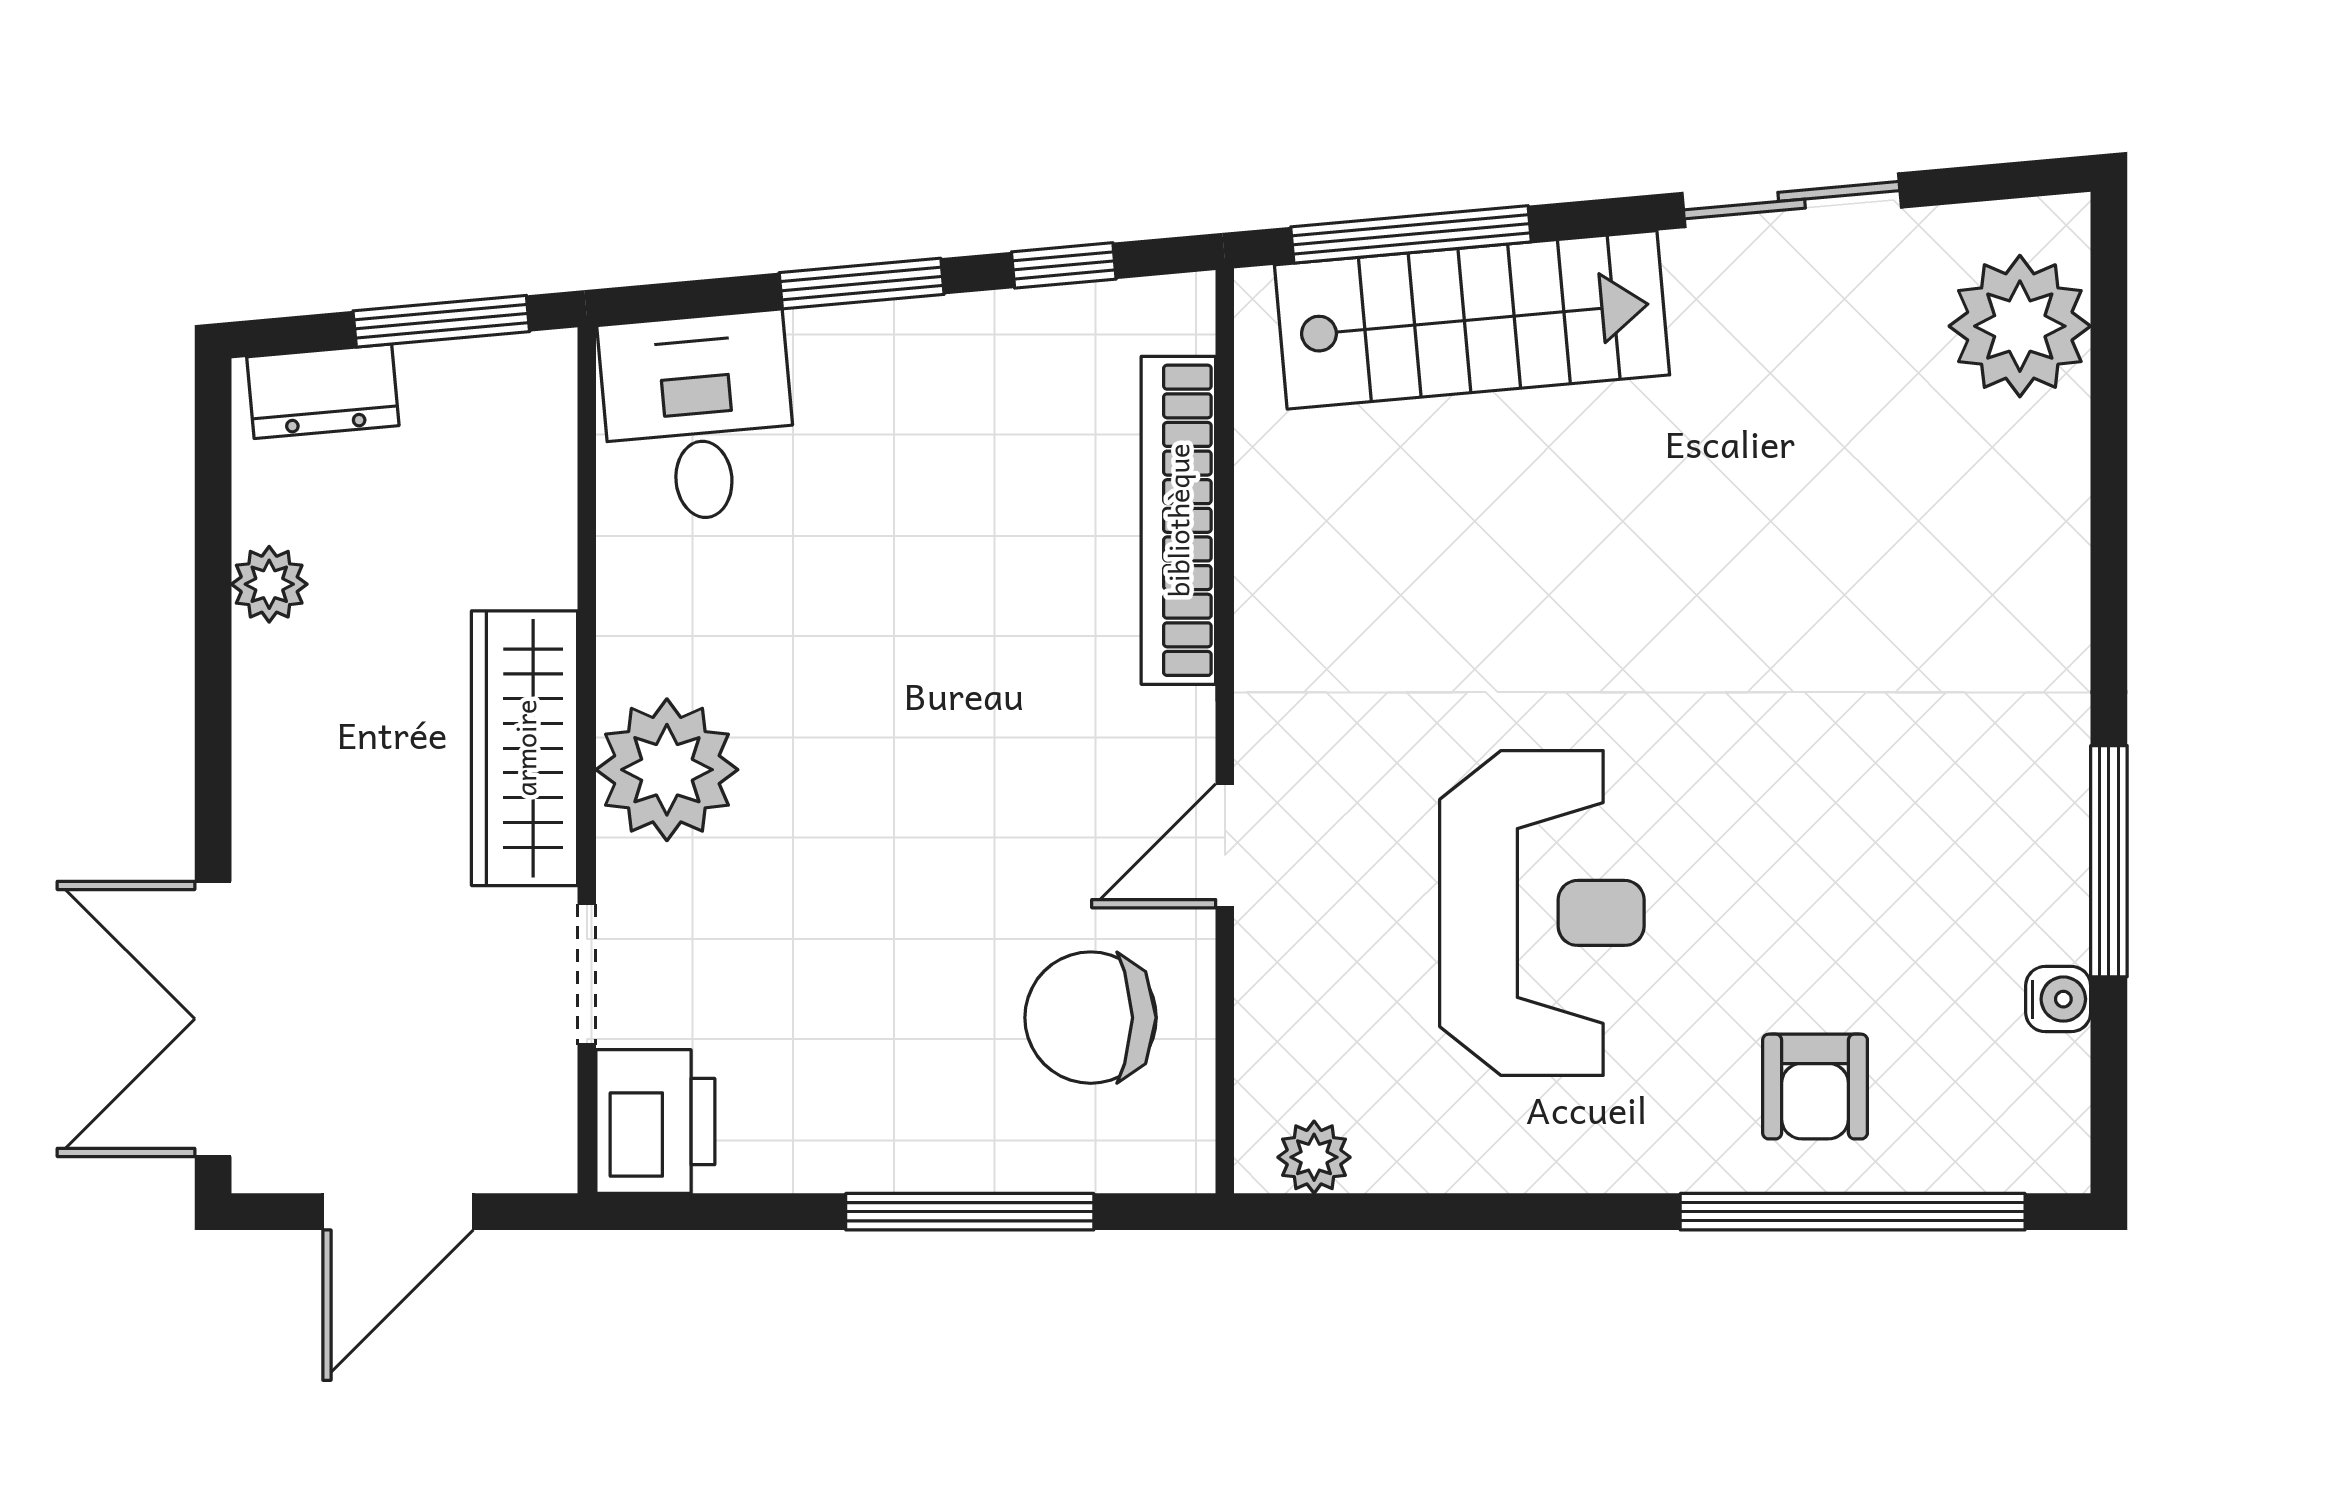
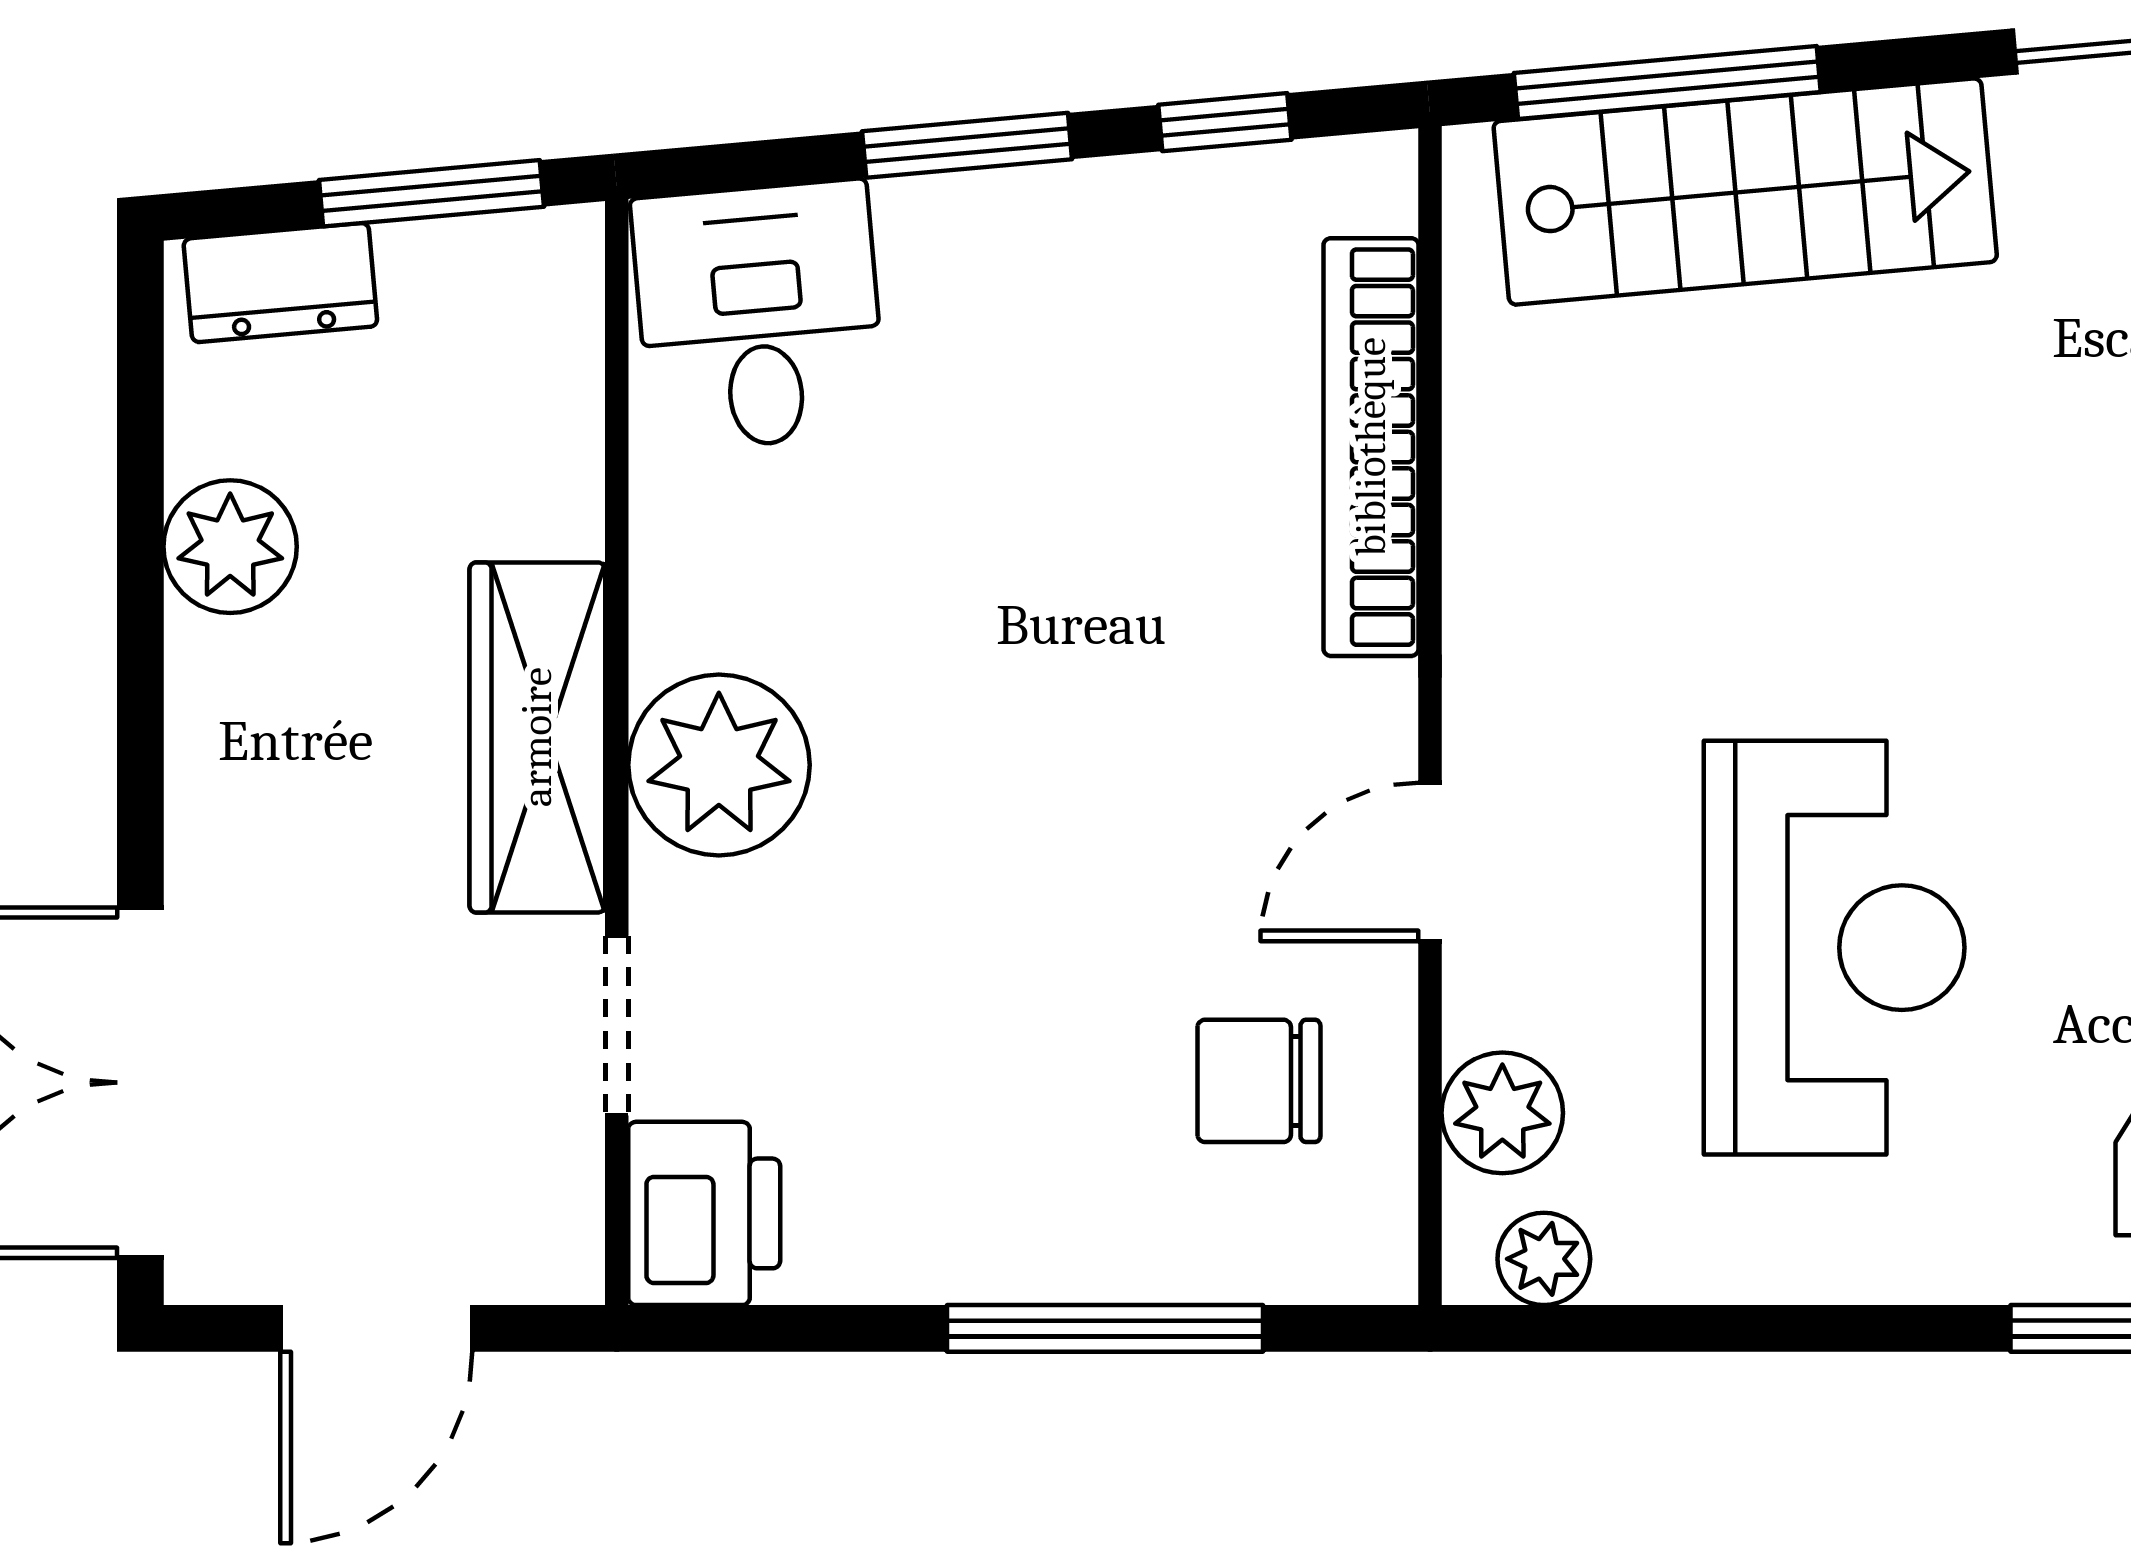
plant: (269, 584) -> (230, 547), width x1.38, depth x1.38
chair: (1091, 1018) -> (1259, 1081), width x0.73, depth x0.73
plant: (1281, 1043) -> (1502, 1113), added

